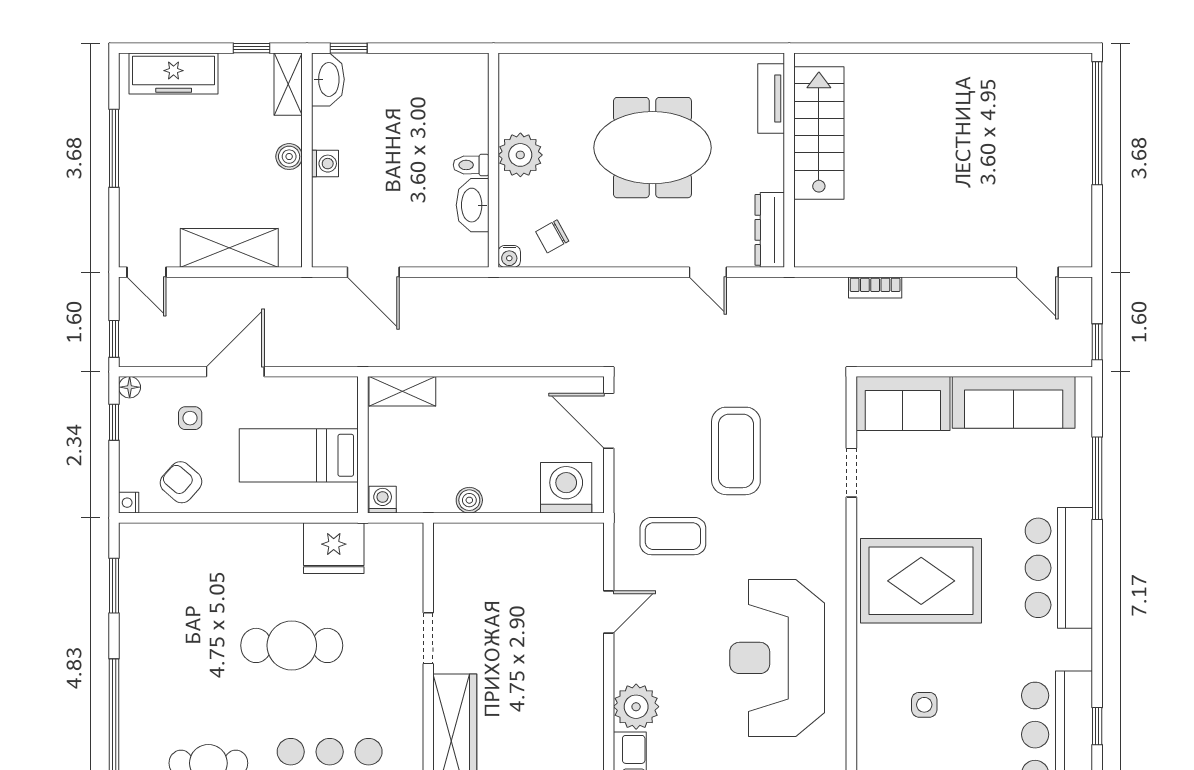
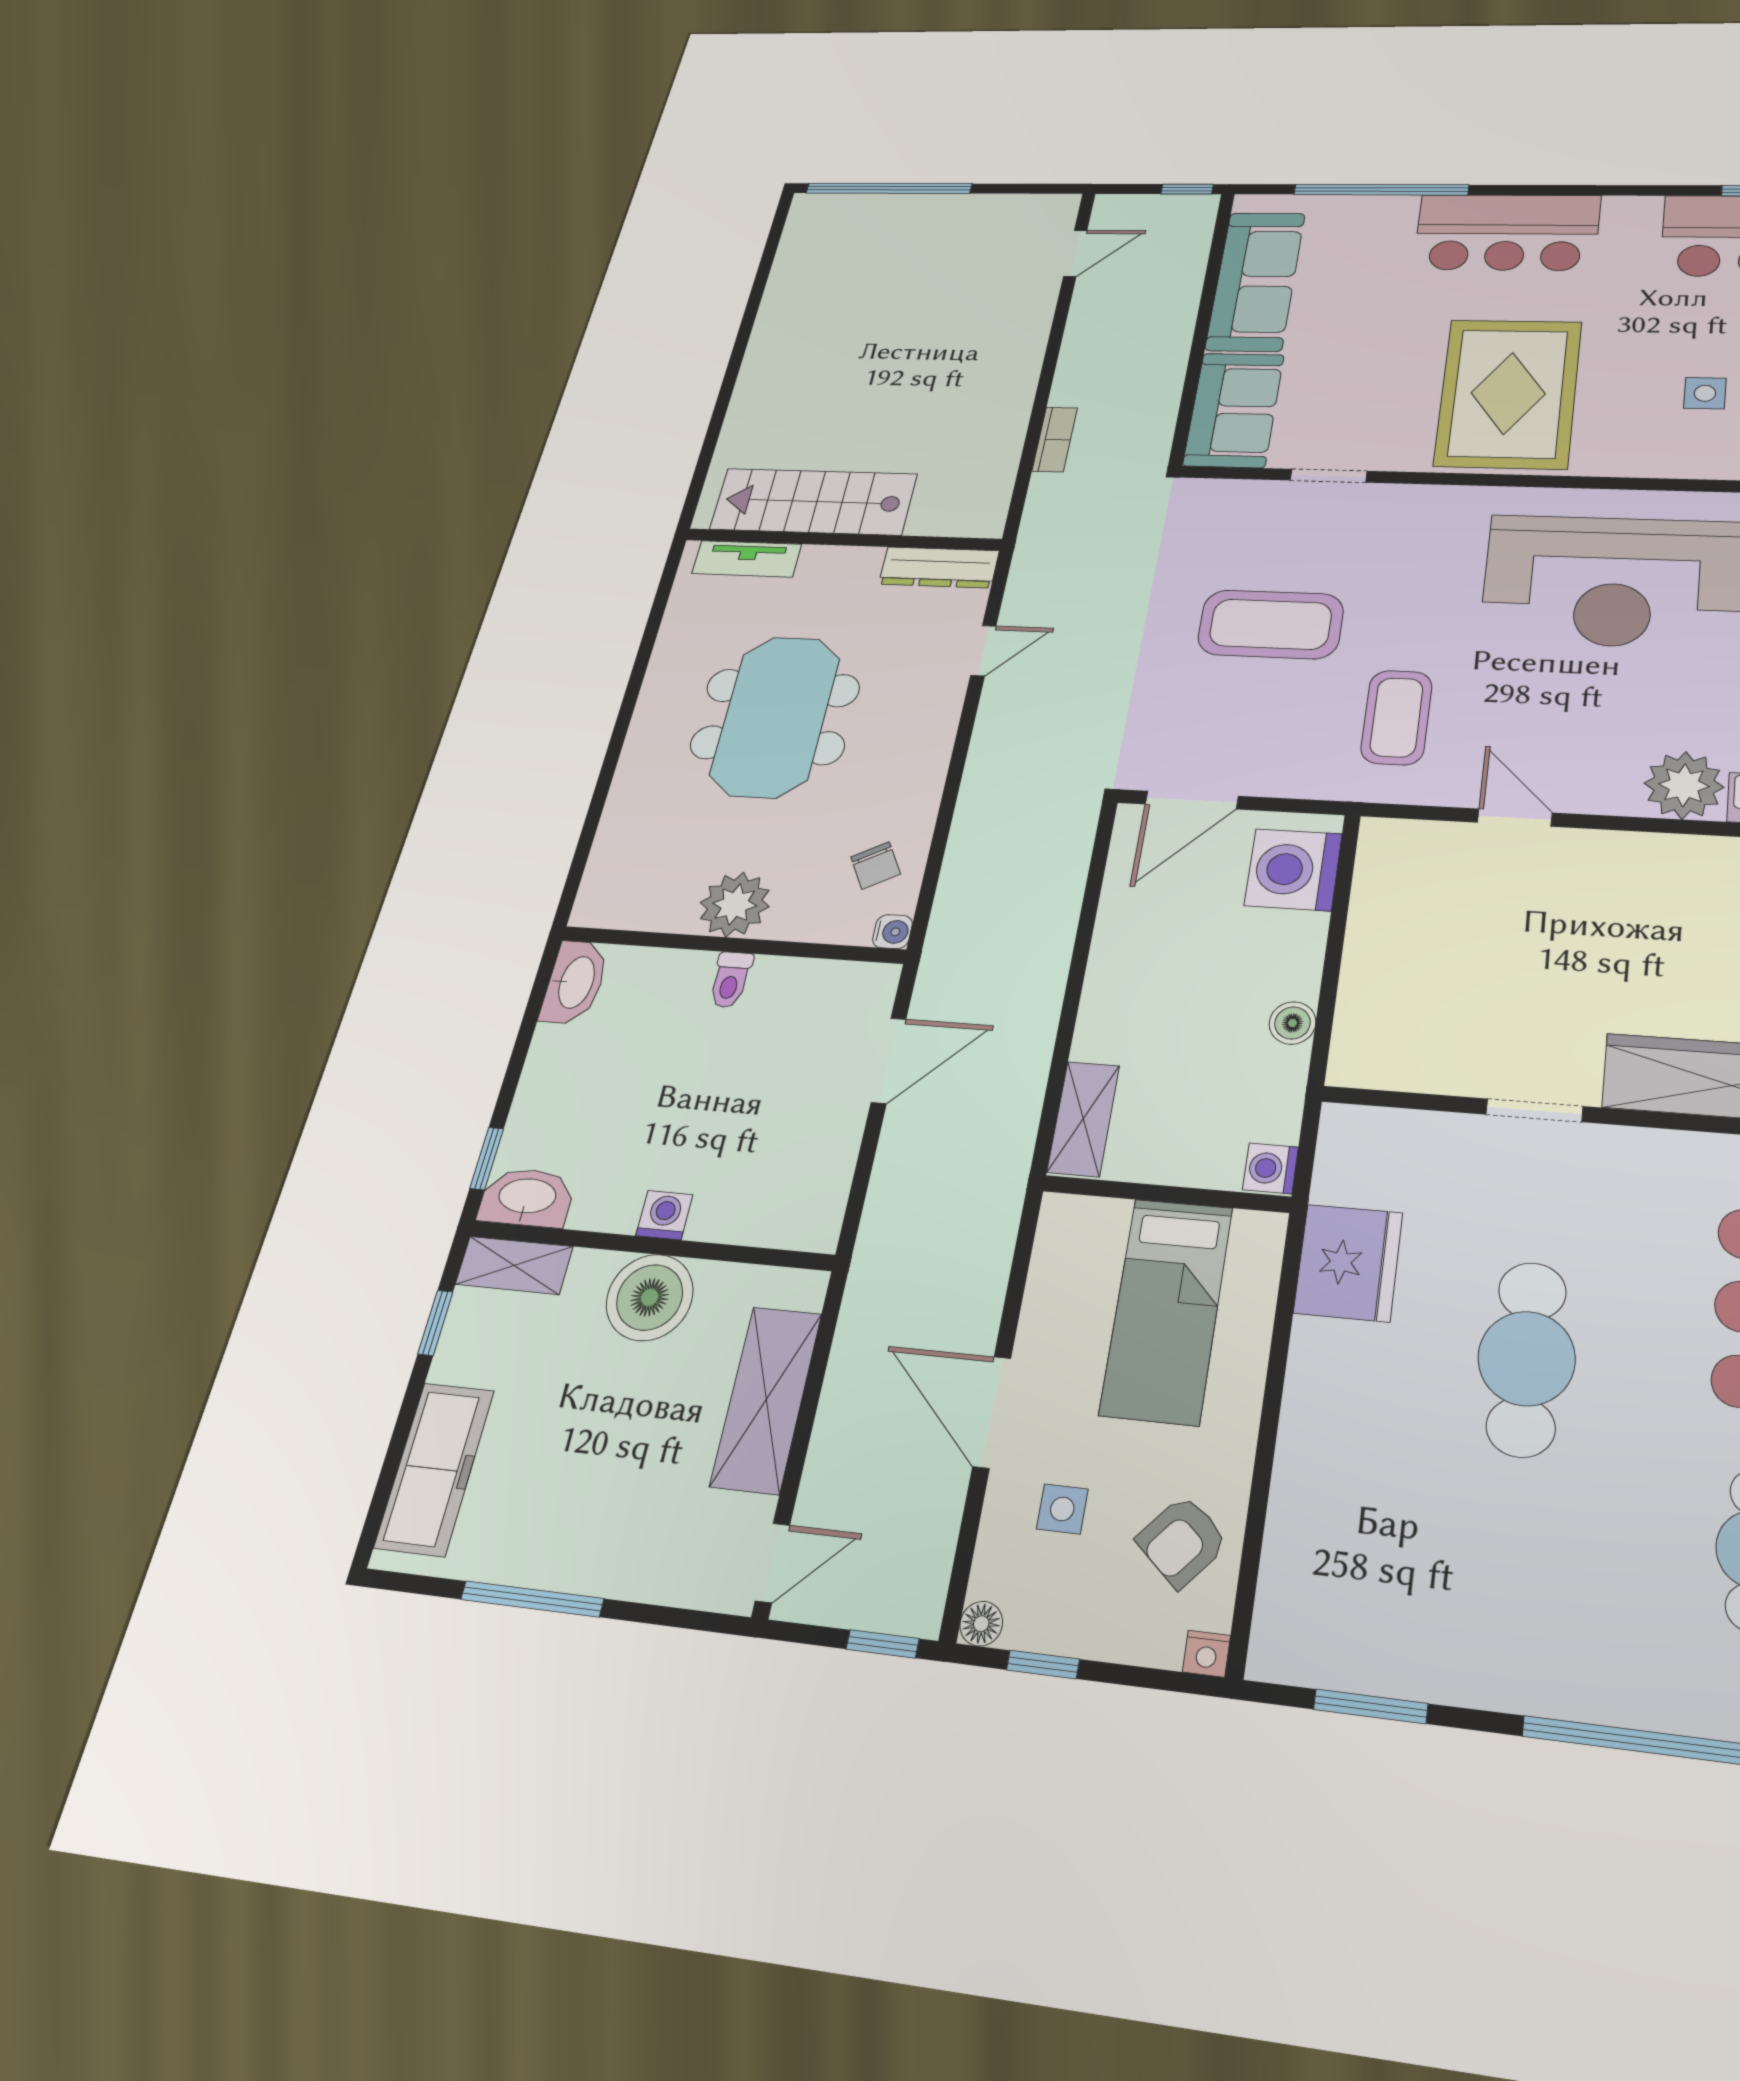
boiler: (289, 157) -> (650, 1297), width x1.86, depth x1.86
washbasin: (473, 205) -> (575, 982), moved, turned -90
door: (373, 272) -> (889, 1061), moved
window: (1097, 478) -> (1381, 190), width x1.46

